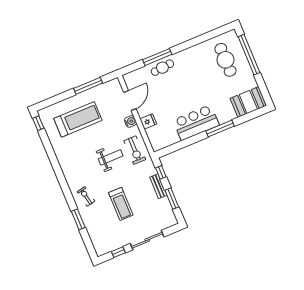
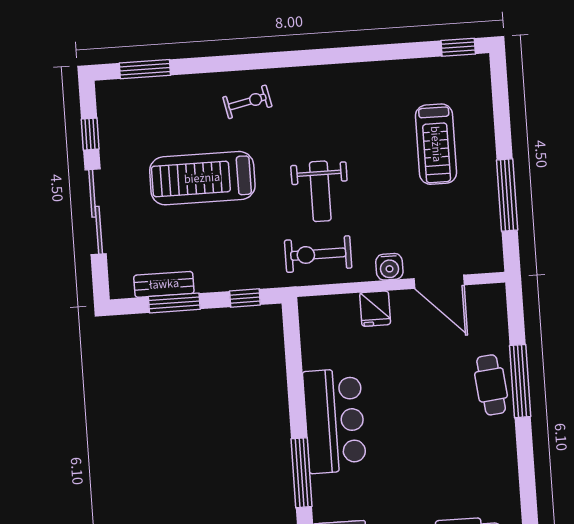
treadmill: (78, 119) -> (436, 144), width x0.73, depth x0.73
bench: (158, 186) -> (164, 284), moved
treadmill: (121, 204) -> (202, 178), width x1.37, depth x1.38
window: (78, 219) -> (145, 69), moved

